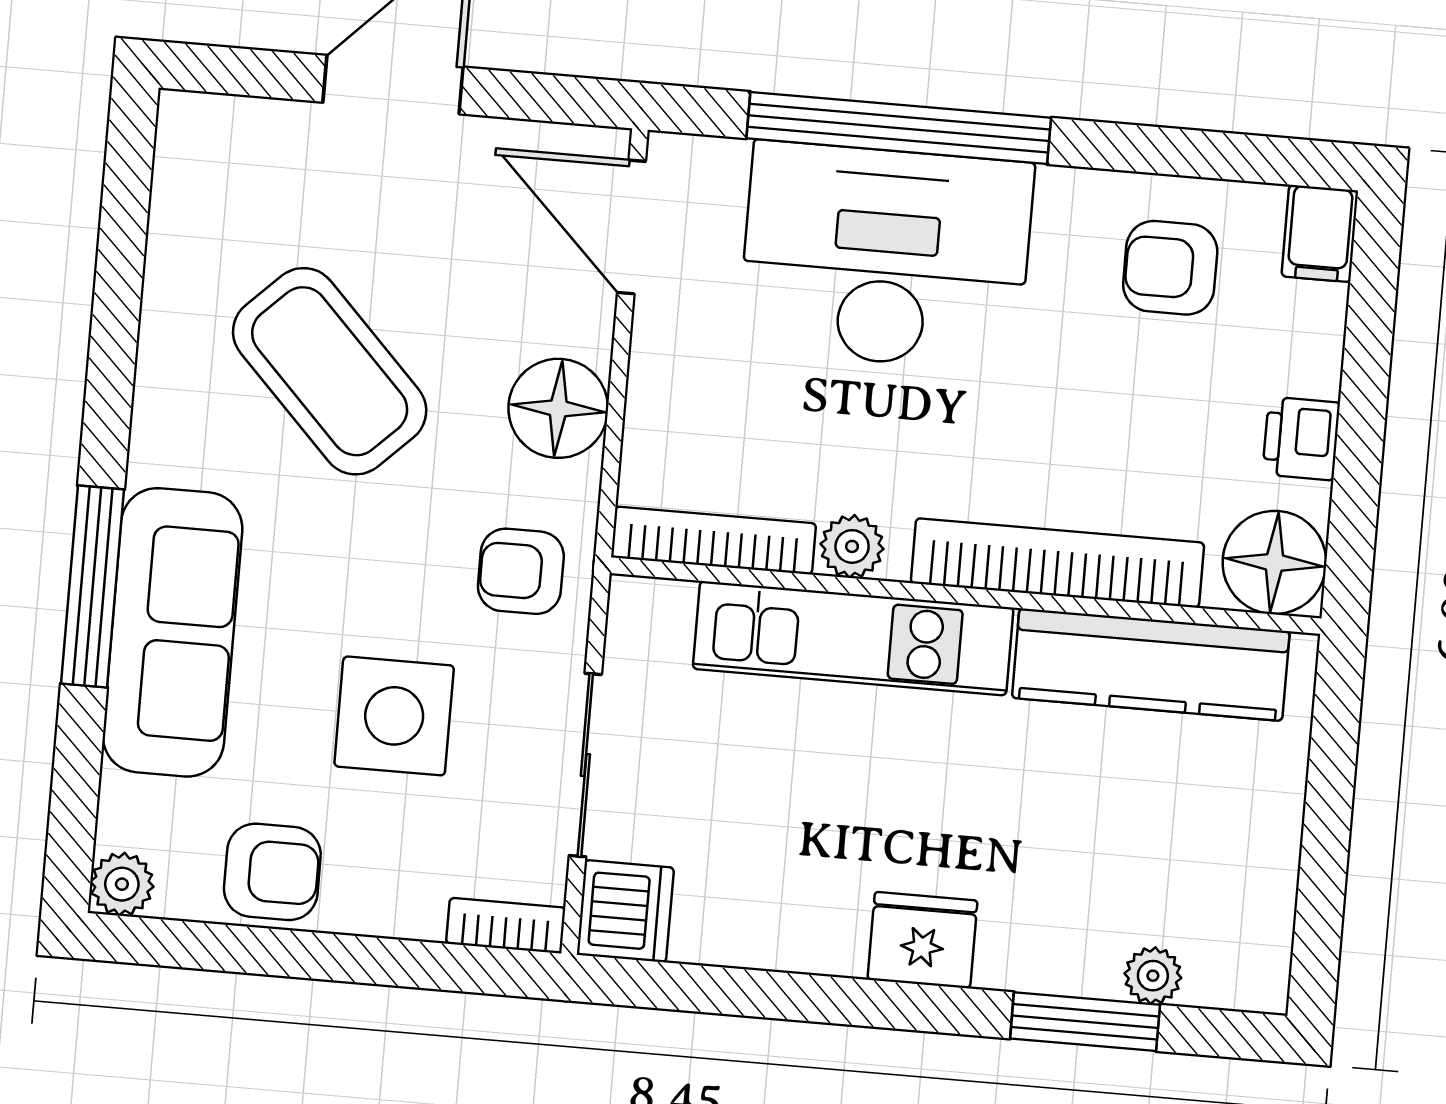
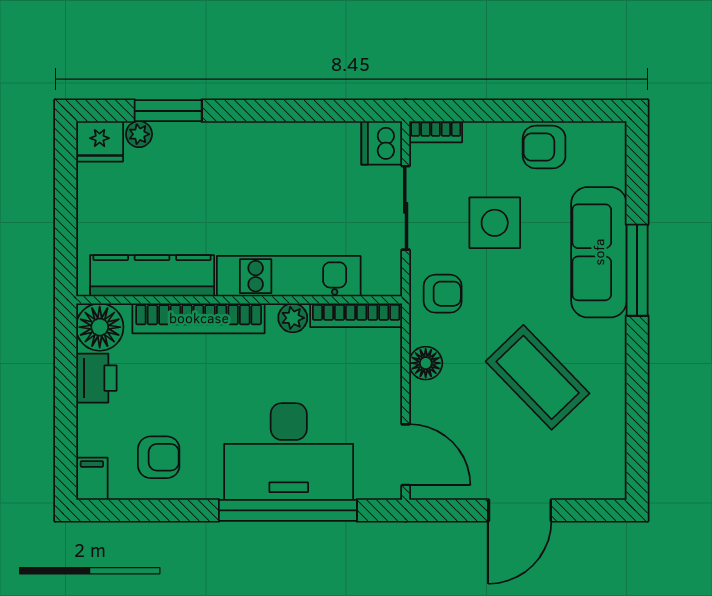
floor lamp: (558, 408) -> (426, 363), width x0.73, depth x0.73
printer: (1301, 439) -> (96, 378), width x1.36, depth x1.24
plant: (122, 884) -> (612, 136), removed
fridge: (922, 940) -> (100, 141), moved

